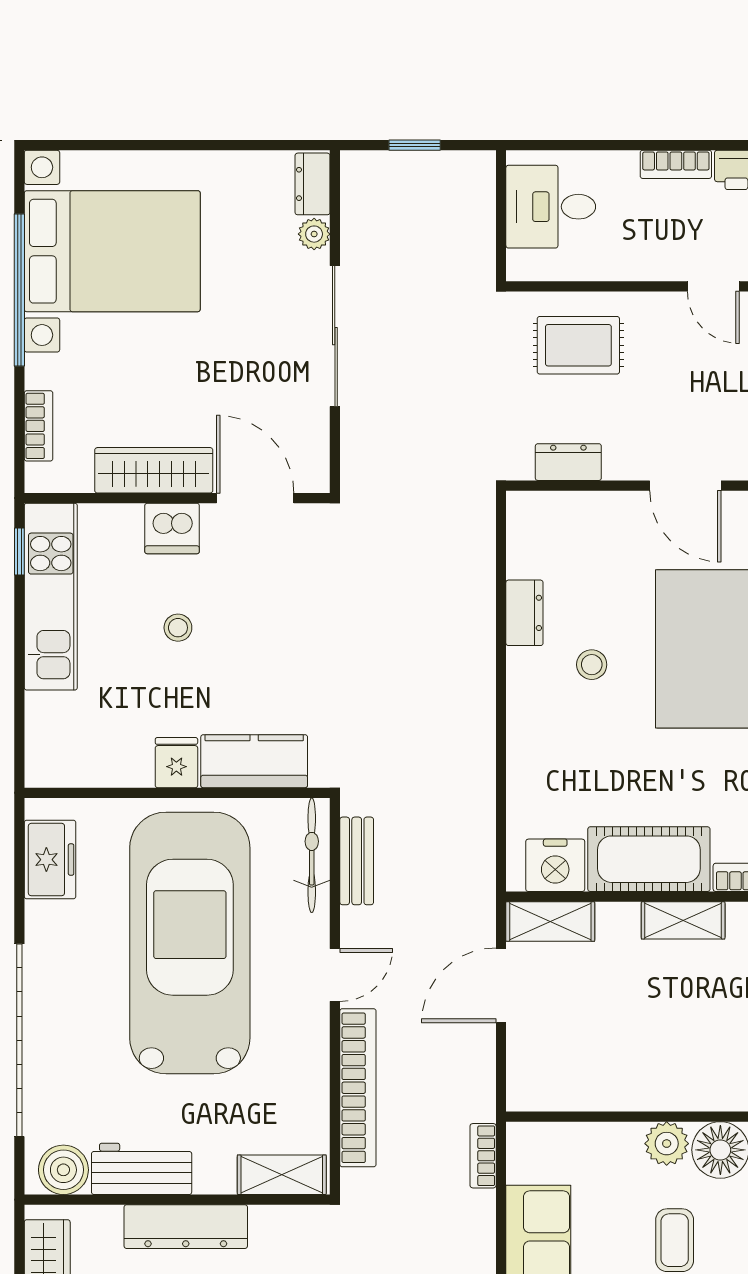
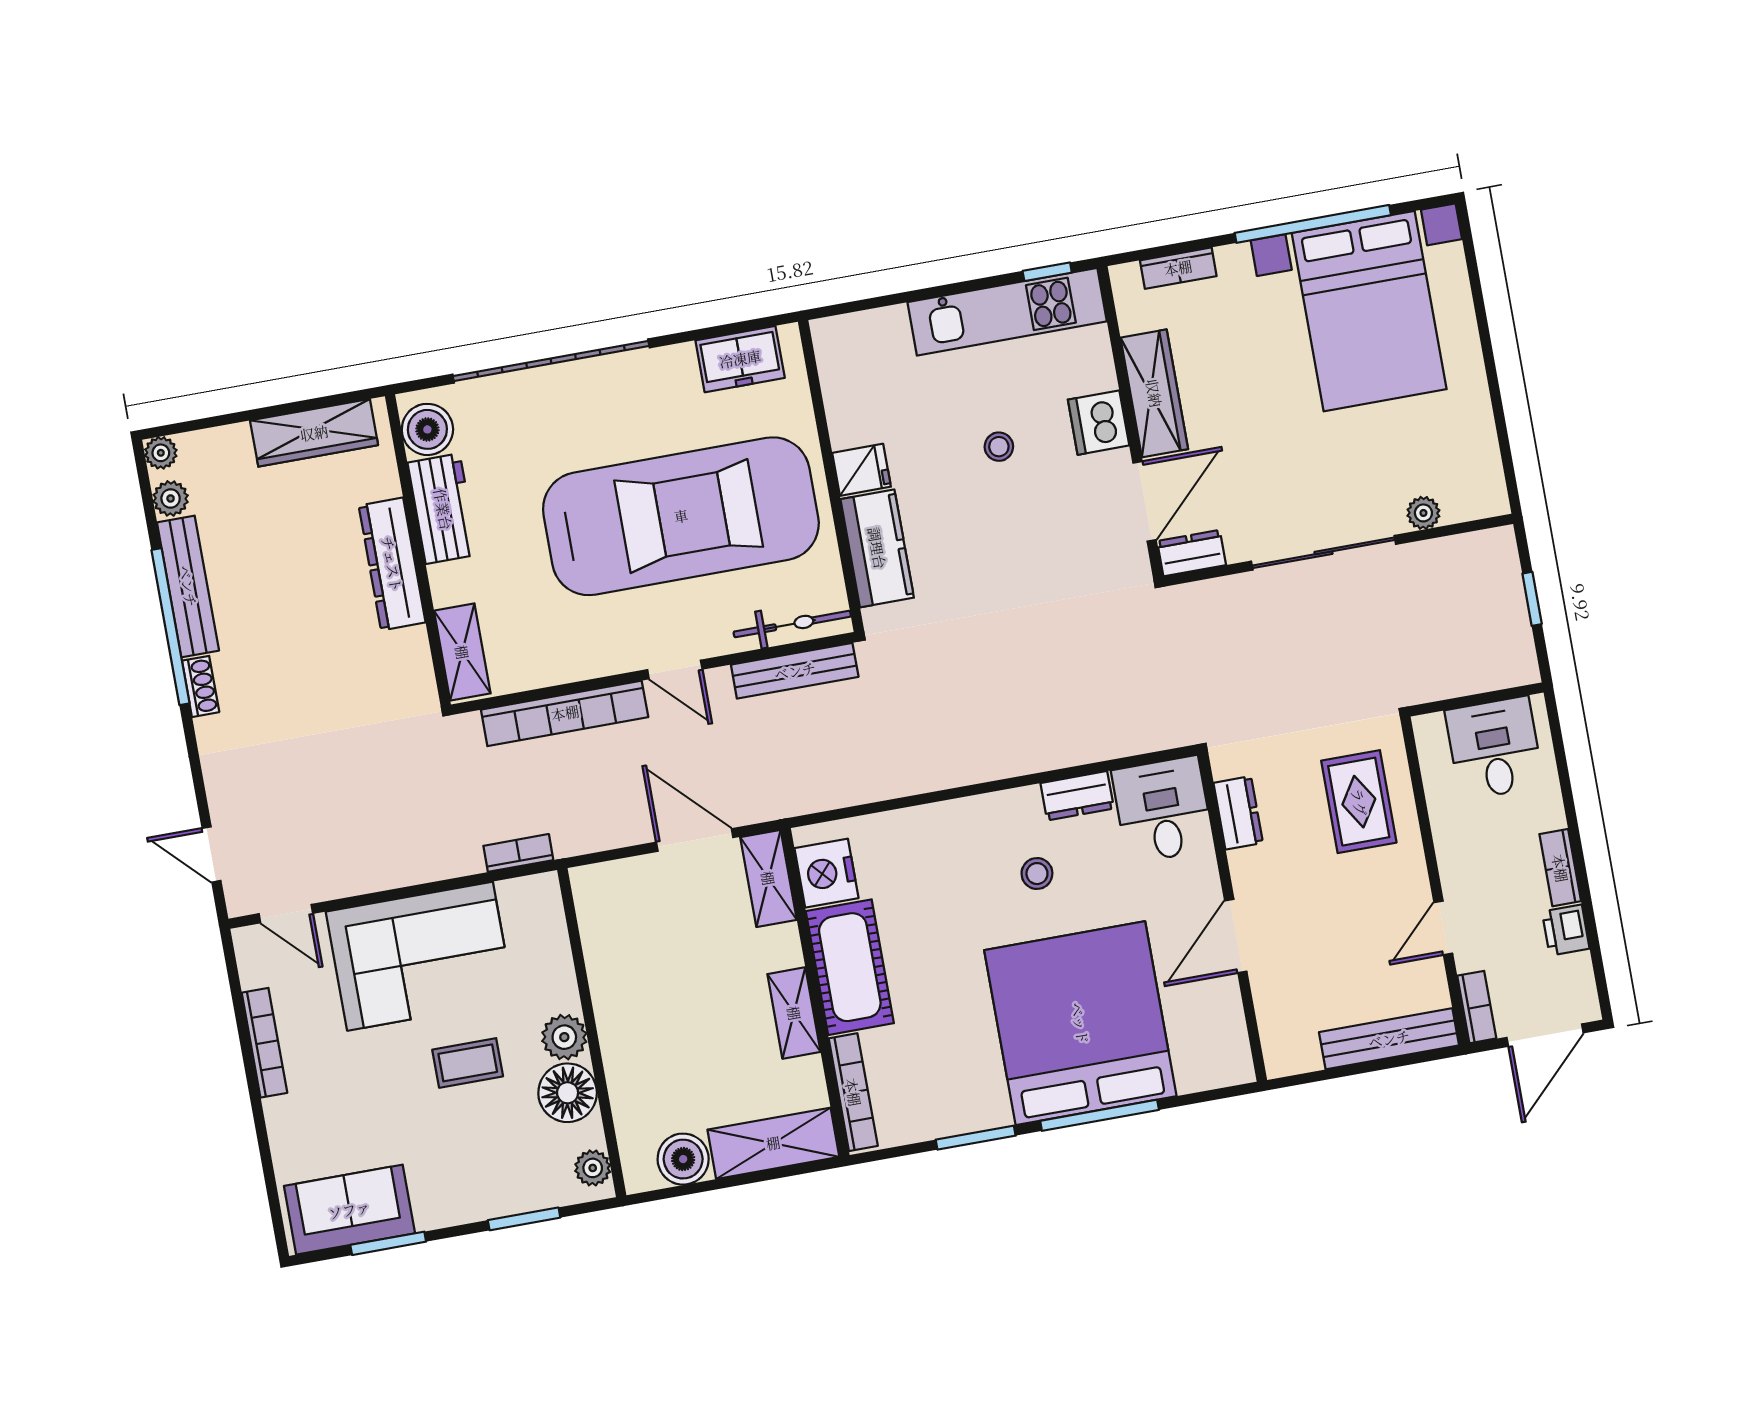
dresser: (313, 184) -> (1192, 553), moved
desk: (552, 534) -> (1163, 810), added
bench: (357, 861) -> (795, 671), width x1.36

